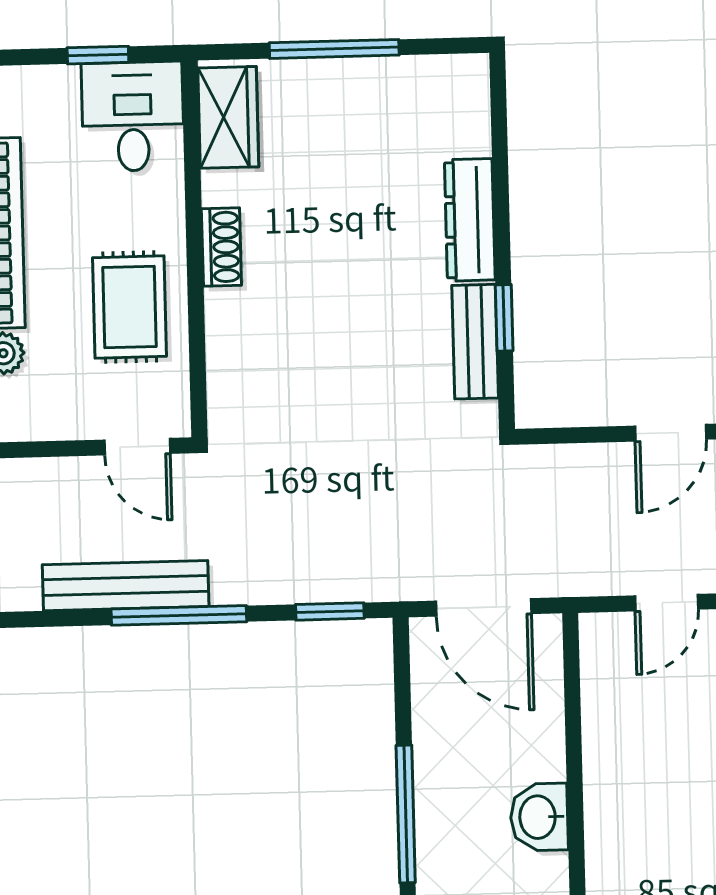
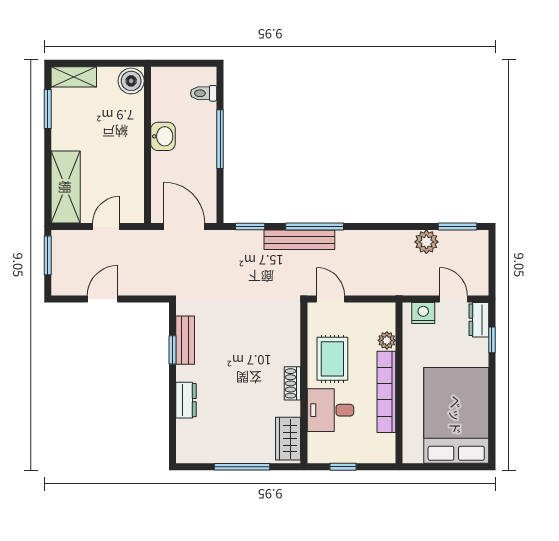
desk: (133, 116) -> (330, 410), moved, turned 90
dresser: (470, 220) -> (186, 400), width x0.70
bench: (126, 586) -> (299, 240), moved

